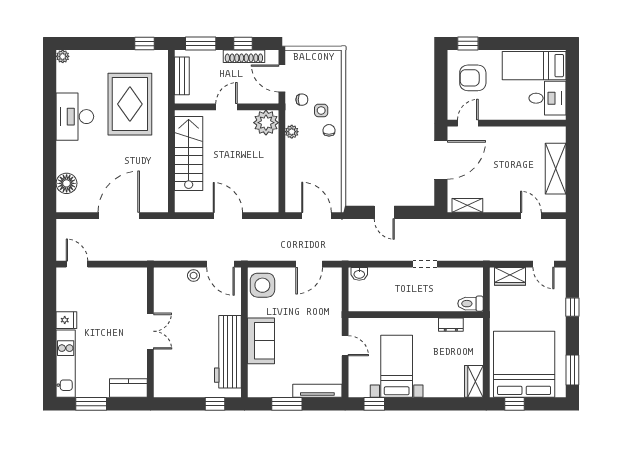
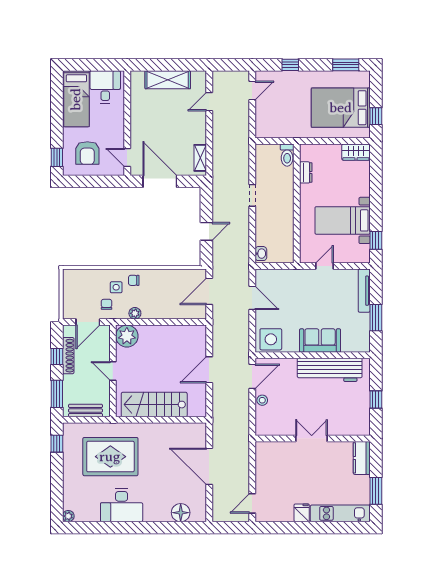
wardrobe: (510, 276) -> (263, 120), removed
bed: (524, 364) -> (341, 108), width x0.73
window: (215, 404) -> (376, 399), moved

